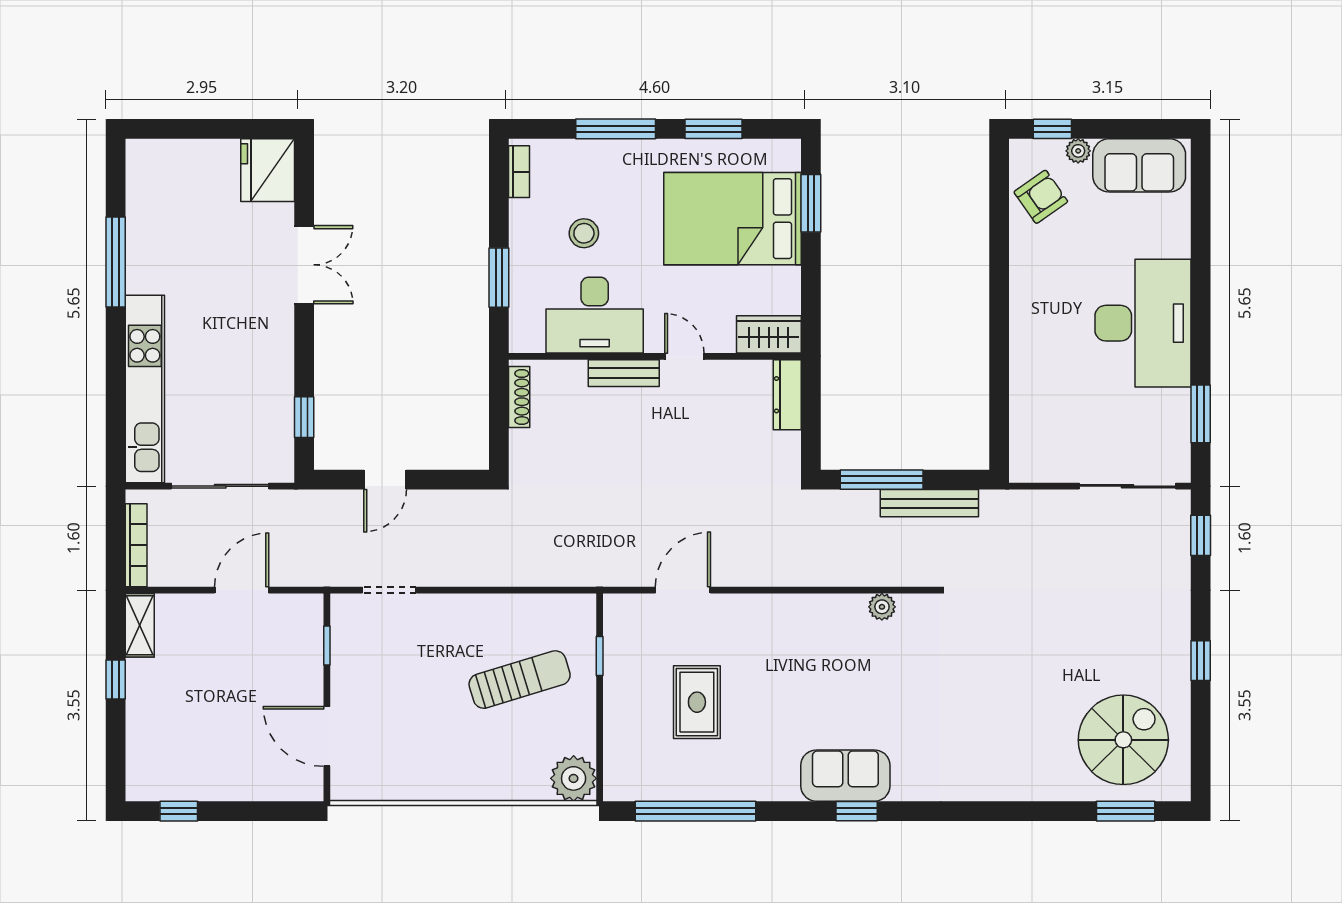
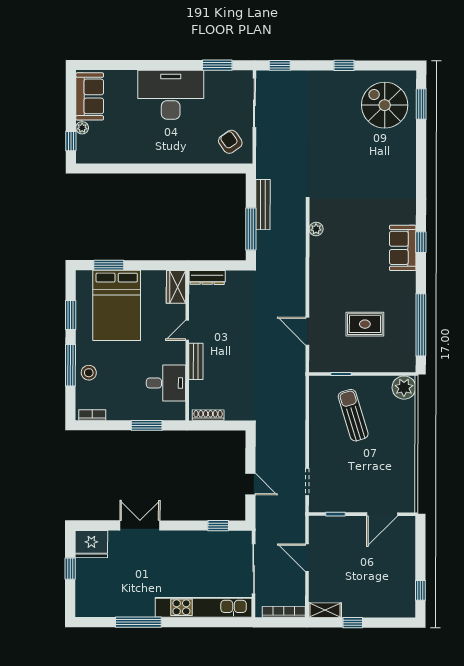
window: (220, 129) -> (70, 569), added
armchair: (1041, 197) -> (230, 142), moved
stool: (584, 233) -> (89, 373), moved
desk: (595, 315) -> (166, 383), width x0.73

